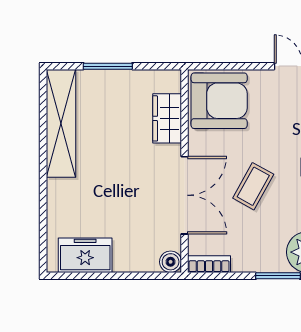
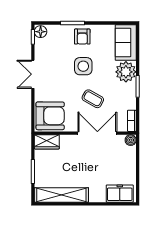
armchair: (219, 101) -> (50, 116), turned 90
wardrobe: (167, 118) -> (47, 142), moved
freezer: (85, 255) -> (120, 194), moved, turned 90

